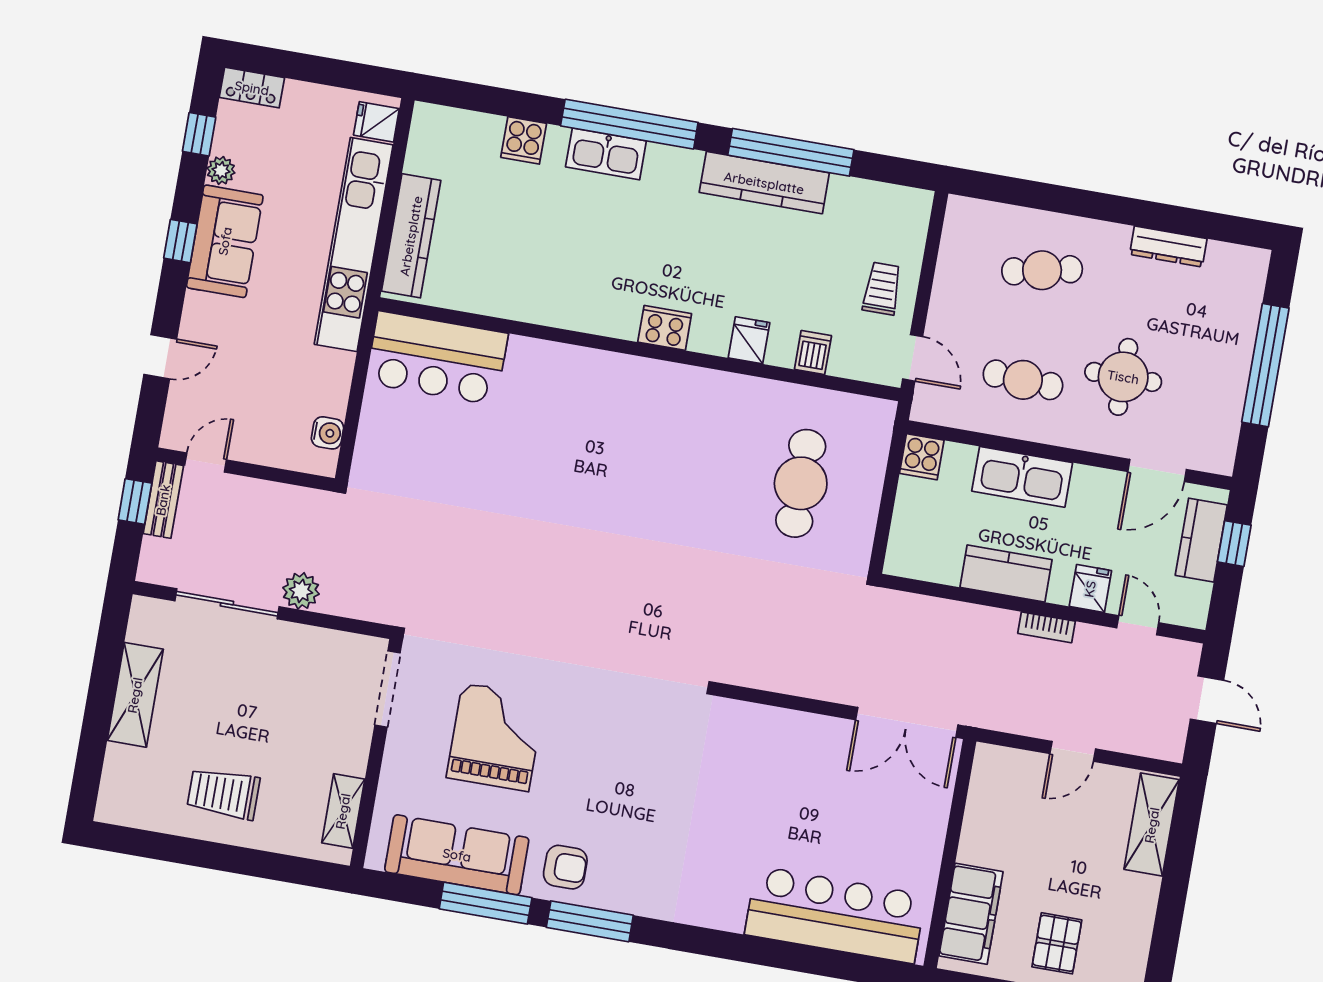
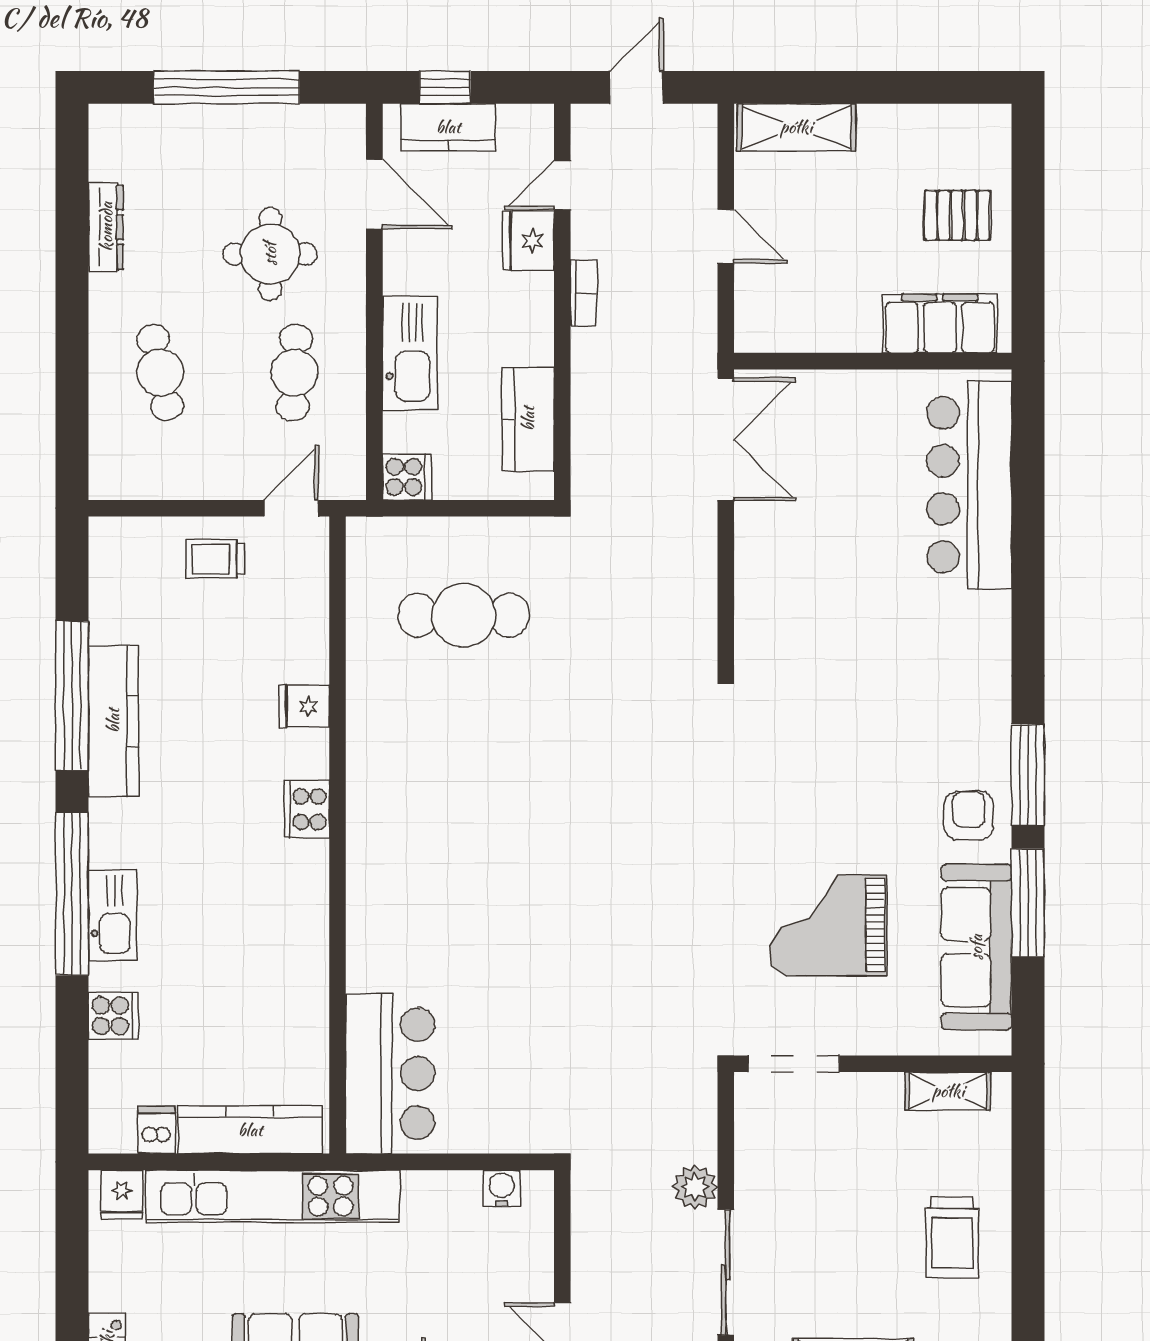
dishwasher: (813, 353) -> (156, 1130), moved, turned 90
kitchen counter: (1006, 573) -> (528, 419), moved
fridge: (1090, 589) -> (528, 241), width x1.38

